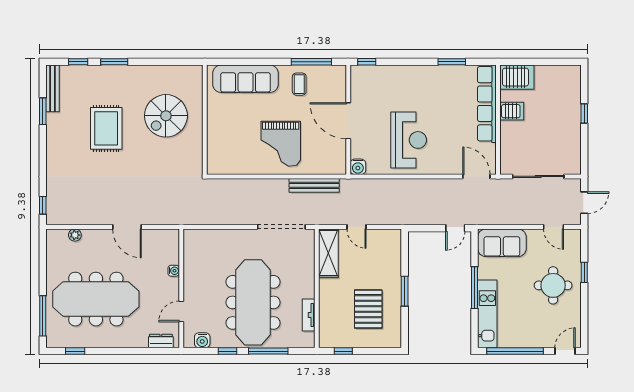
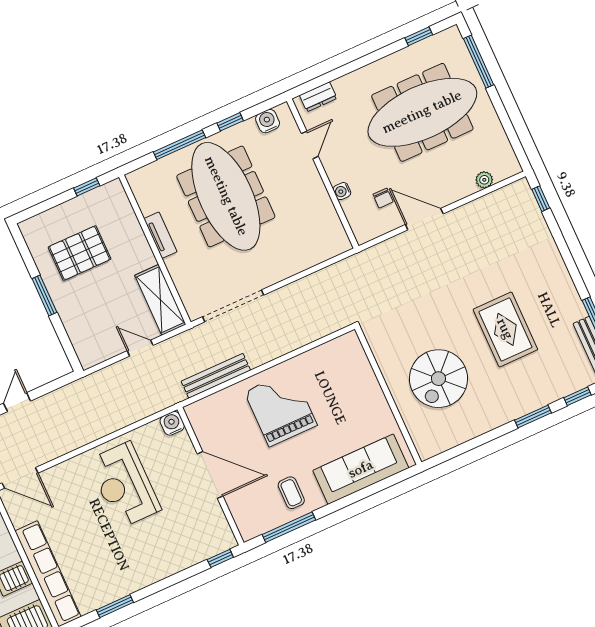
spiral stairs: (166, 116) -> (438, 379), turned 180
chair: (148, 254) -> (383, 198), added
pallet: (368, 309) -> (80, 253), turned 90
tv unit: (309, 315) -> (160, 235), moved

